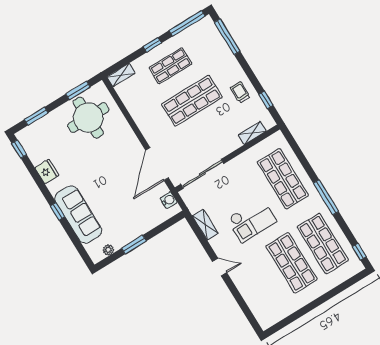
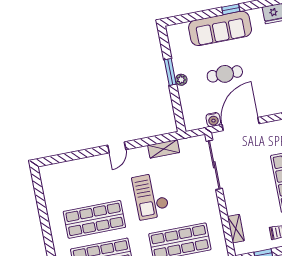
door: (157, 164) -> (241, 124), hinge flipped
cafe table: (117, 195) -> (225, 74), added
water cooler: (169, 200) -> (213, 120), moved
plant: (108, 250) -> (181, 80), moved

